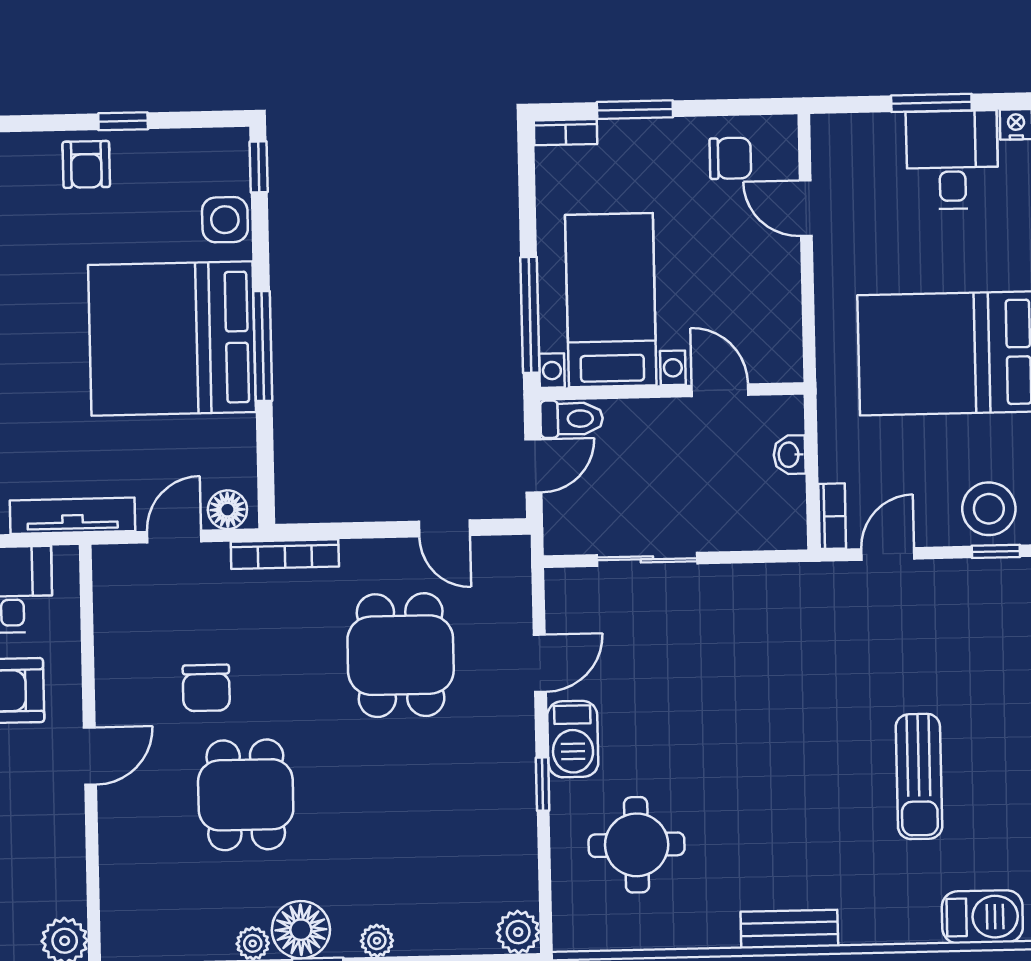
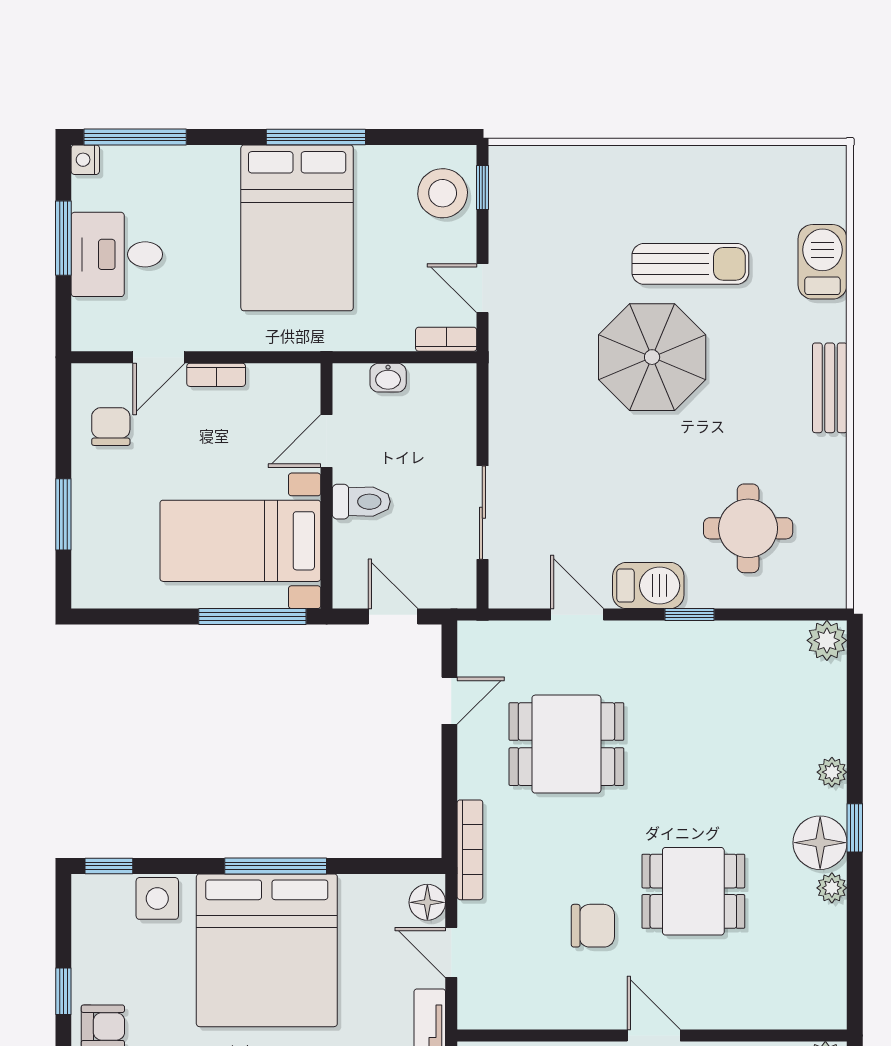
bookcase: (566, 132) -> (216, 375), moved, turned 90
desk: (952, 160) -> (117, 254), moved
toilet: (572, 419) -> (361, 502), moved, turned 90
parasol: (818, 738) -> (652, 357), added
barbecue: (982, 917) -> (823, 262), moved

